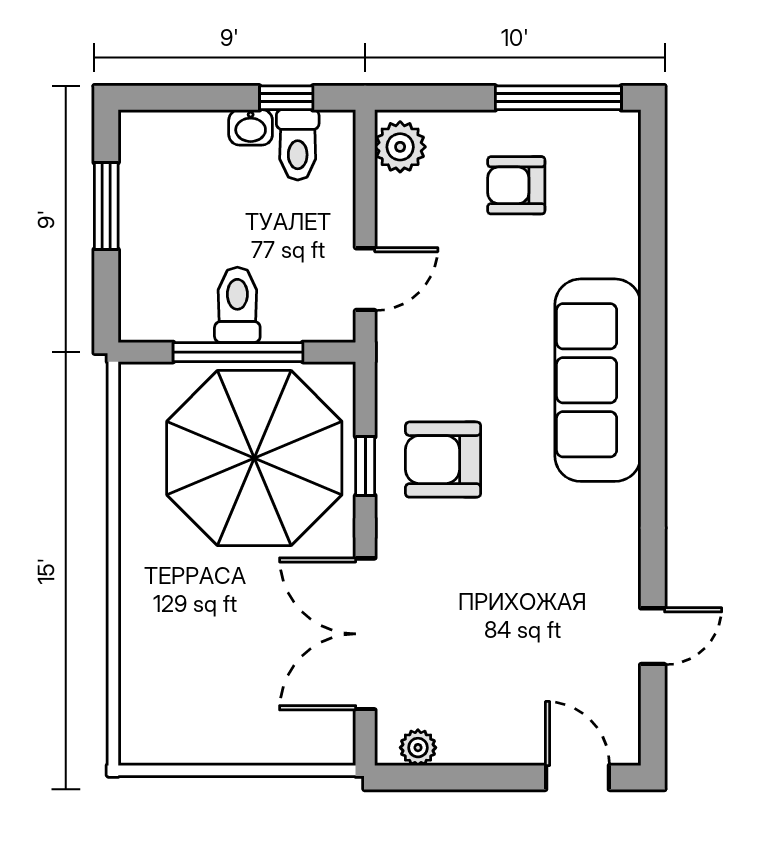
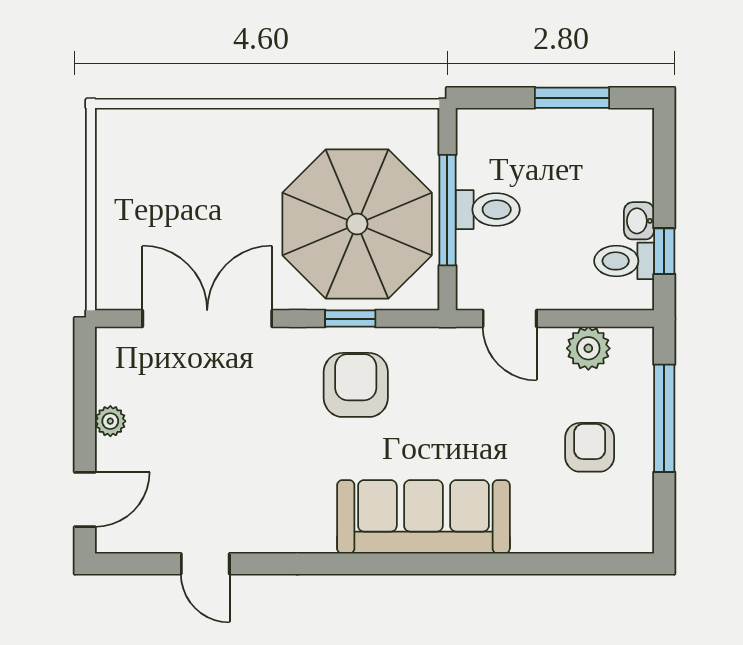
window: (558, 98) -> (664, 418), moved
plant: (400, 147) -> (588, 348), moved
plant: (418, 748) -> (110, 421), moved

